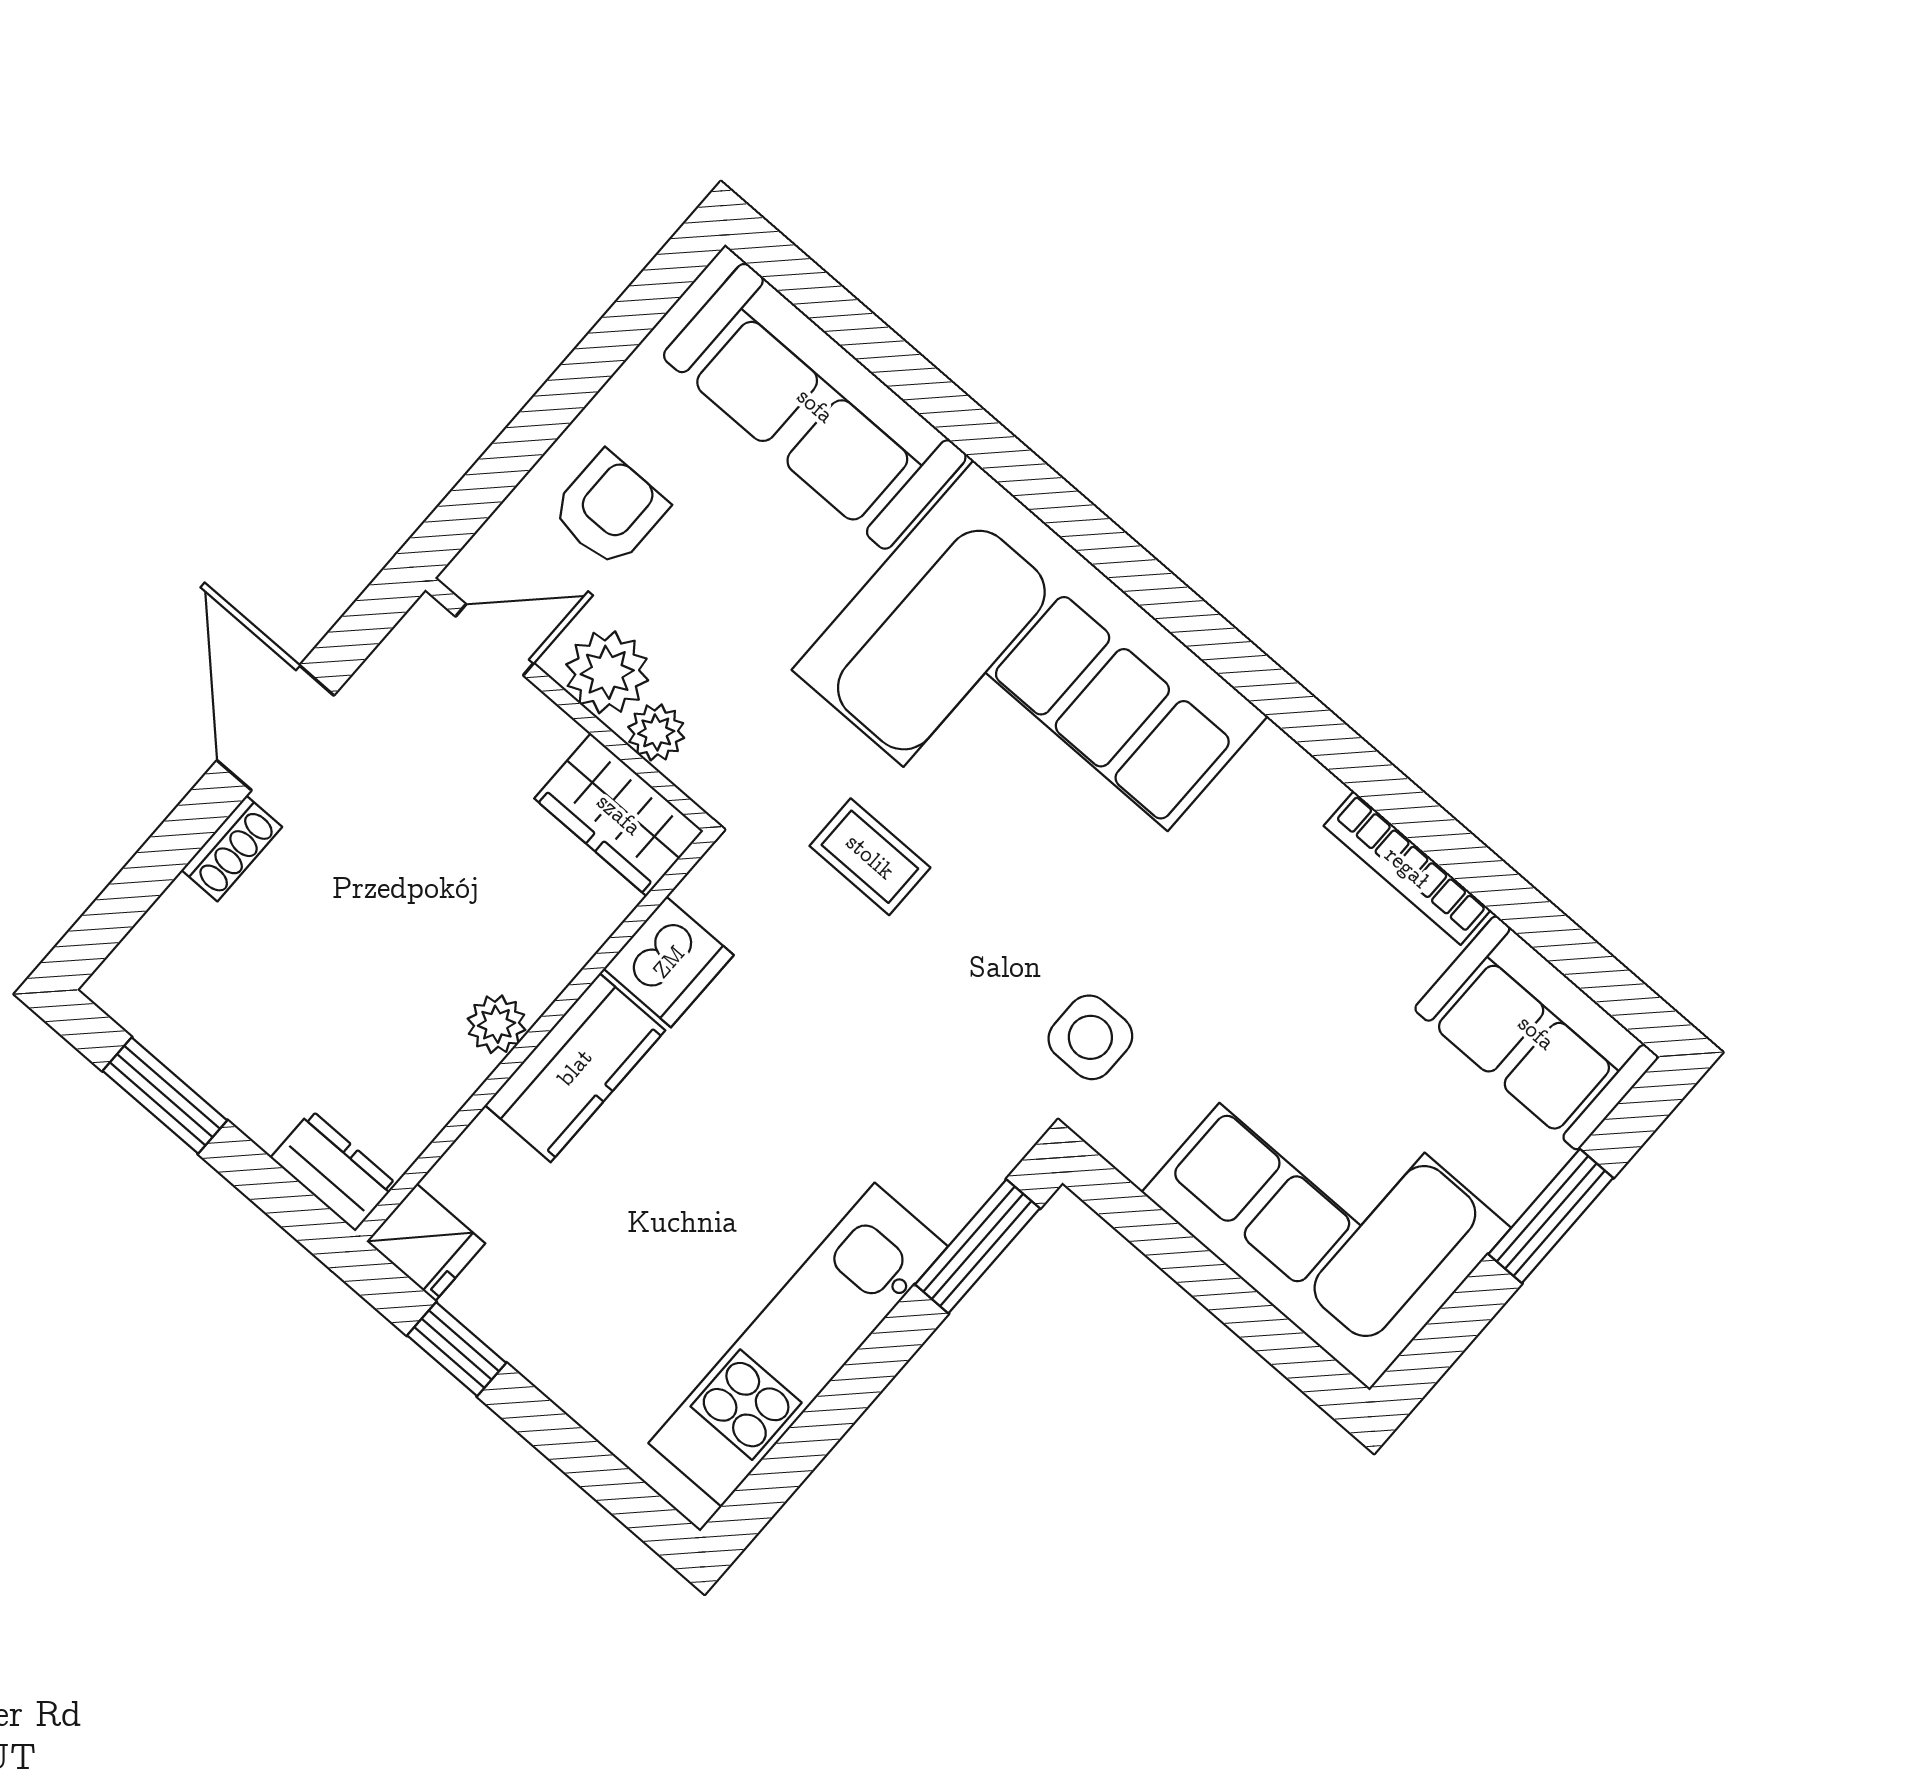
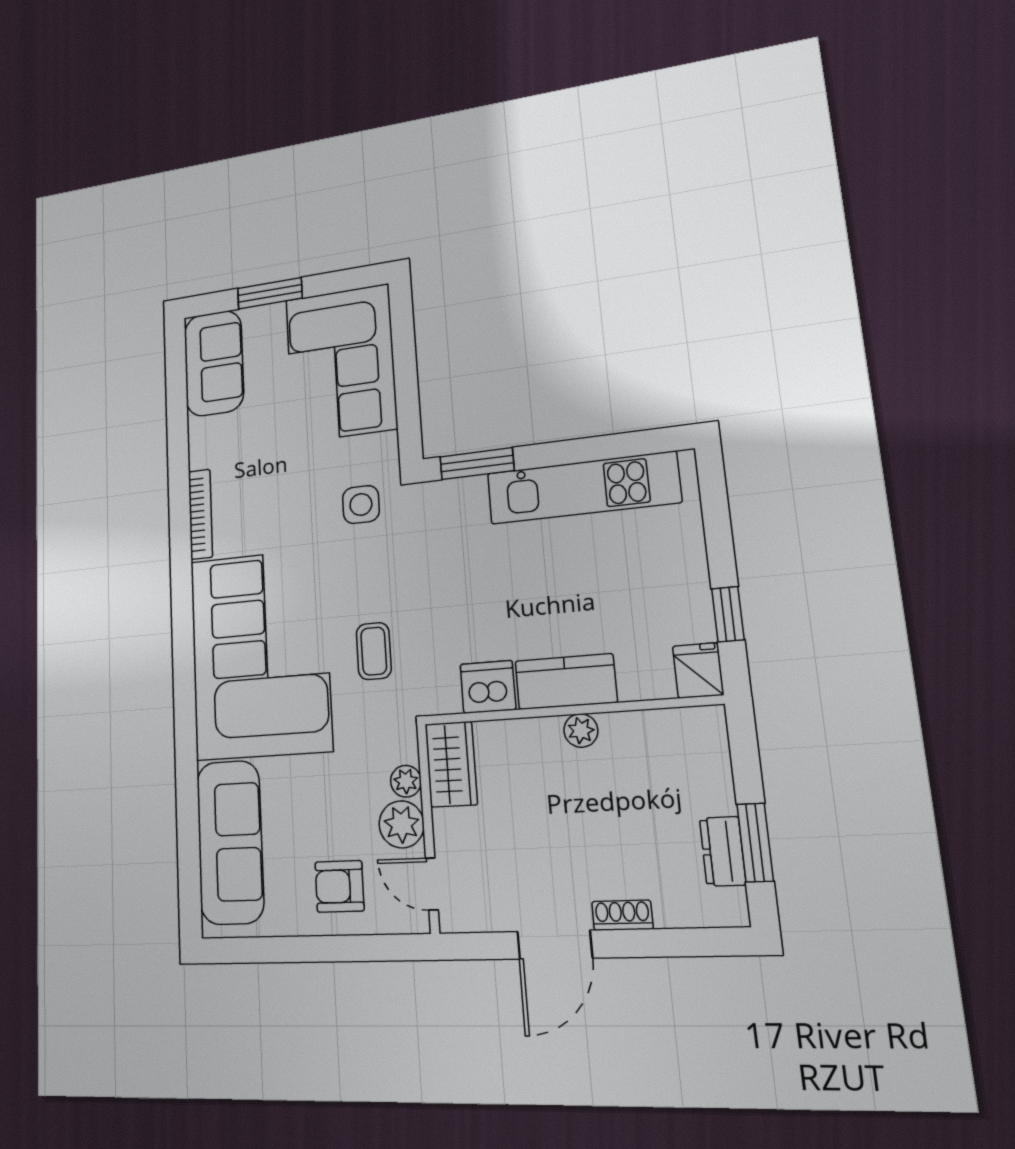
bookcase: (1407, 868) -> (200, 514), moved
dresser: (333, 1171) -> (723, 851), moved

